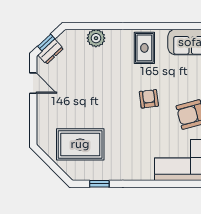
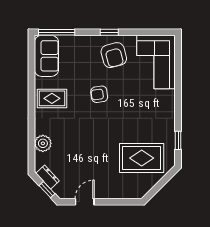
dresser: (51, 52) -> (48, 177), moved
rug: (80, 144) -> (142, 158), turned 90

